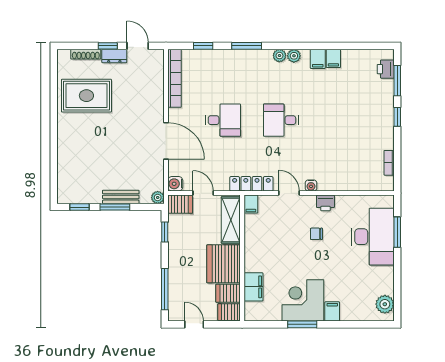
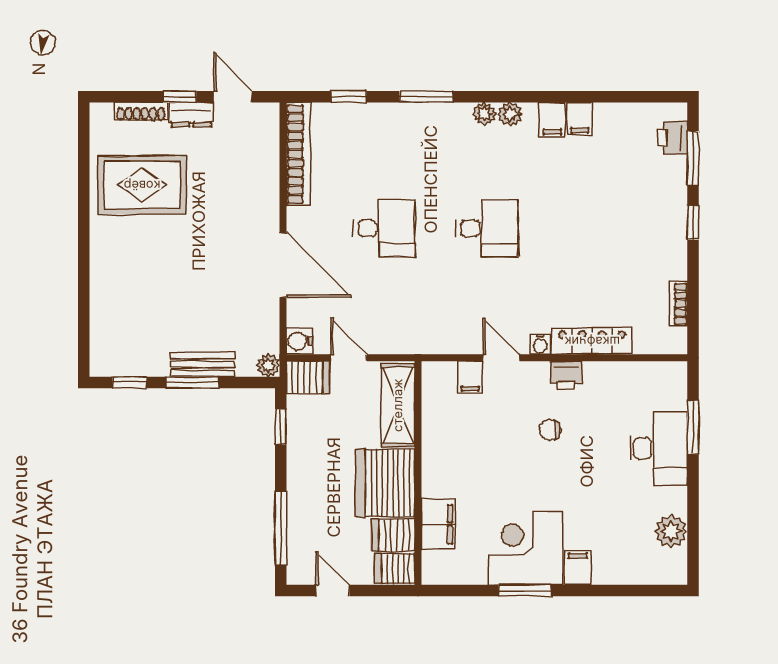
desk: (281, 120) -> (487, 228), turned 180
locker: (251, 184) -> (592, 341), moved
filing cabinet: (251, 204) -> (470, 377), moved
desk: (373, 237) -> (658, 448), width x0.73, depth x0.77
plant: (385, 304) -> (671, 531), moved

